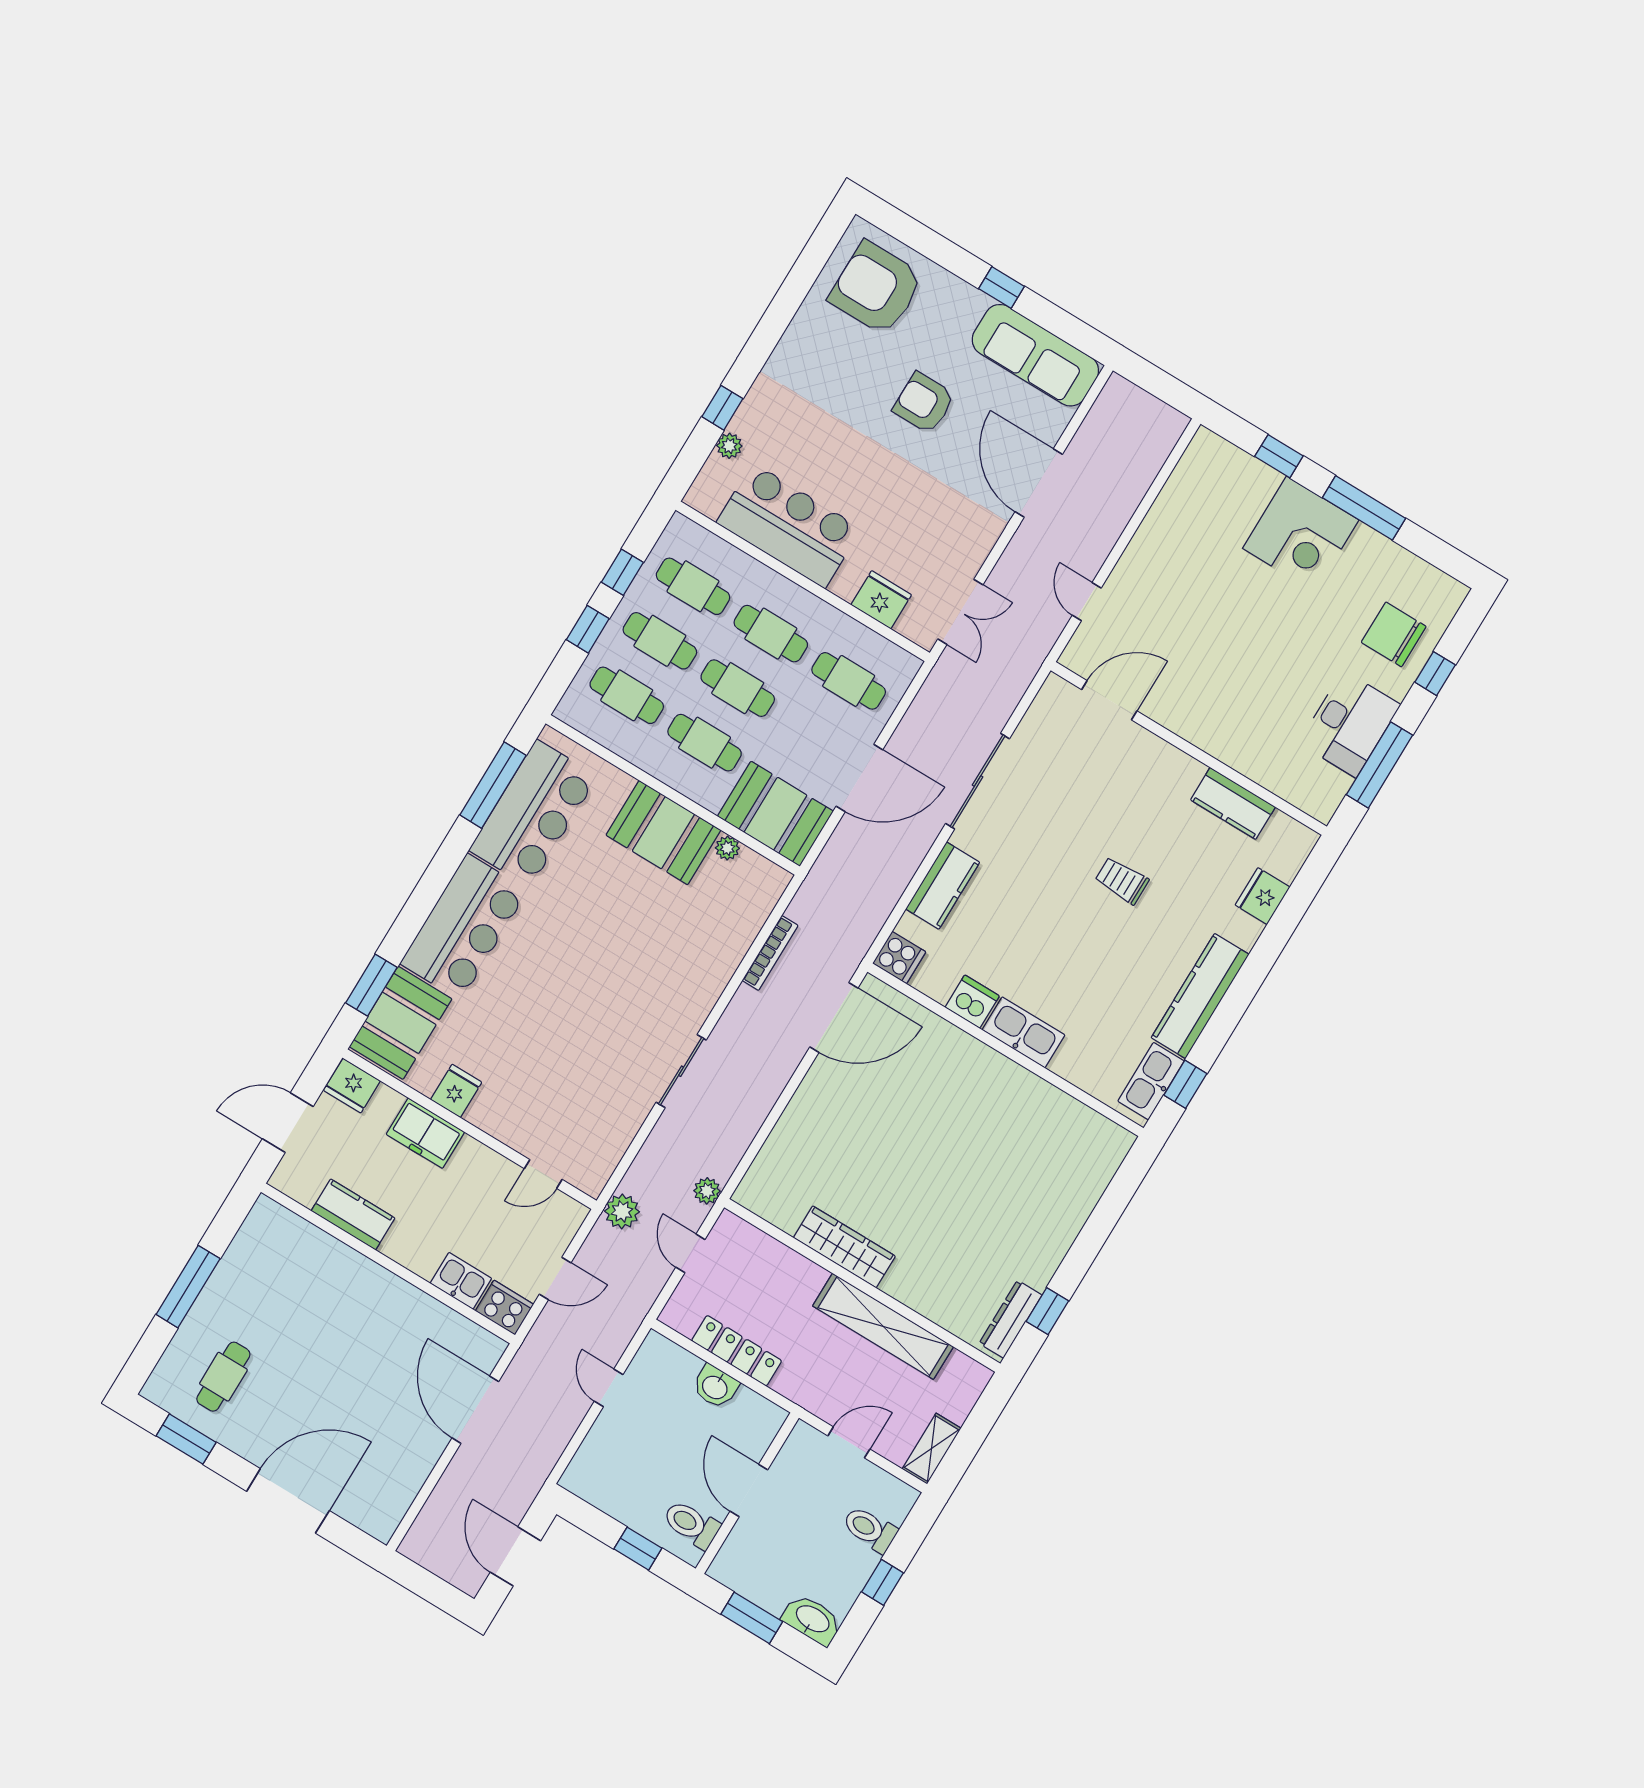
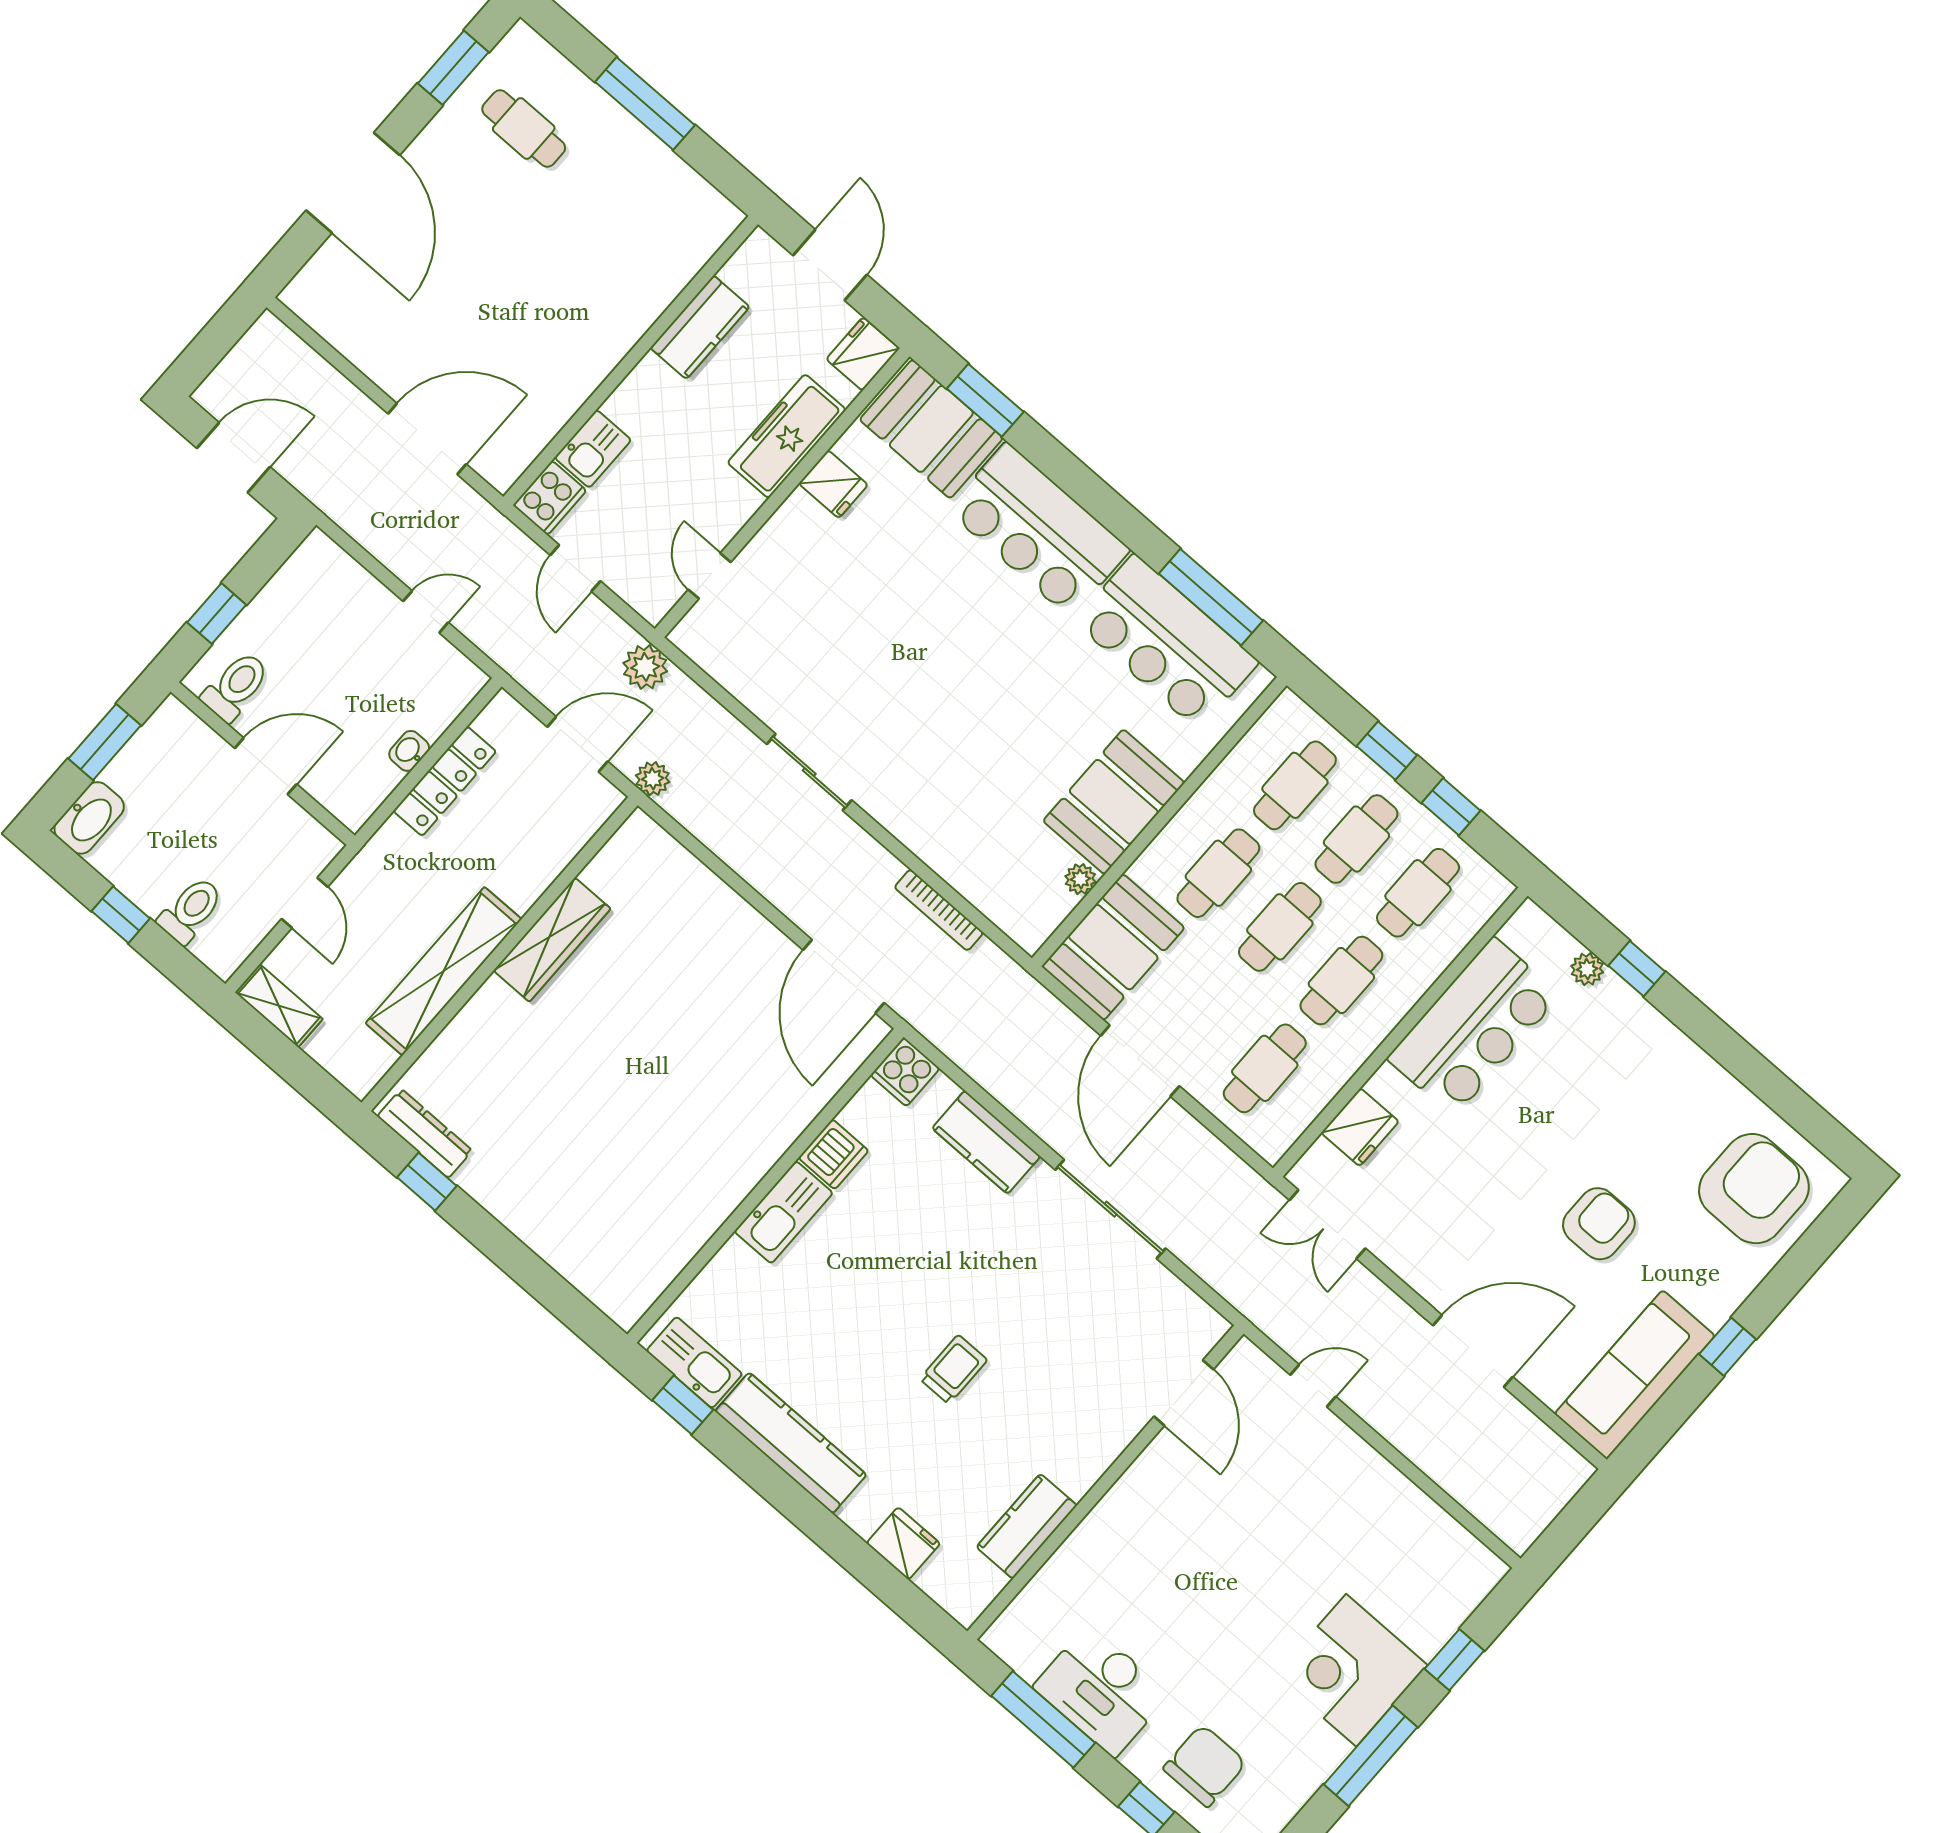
freezer: (425, 1133) -> (787, 436), width x1.40
door: (690, 1253) -> (577, 744), width x1.38
washbasin: (715, 1387) -> (409, 751), width x0.72, depth x0.69

